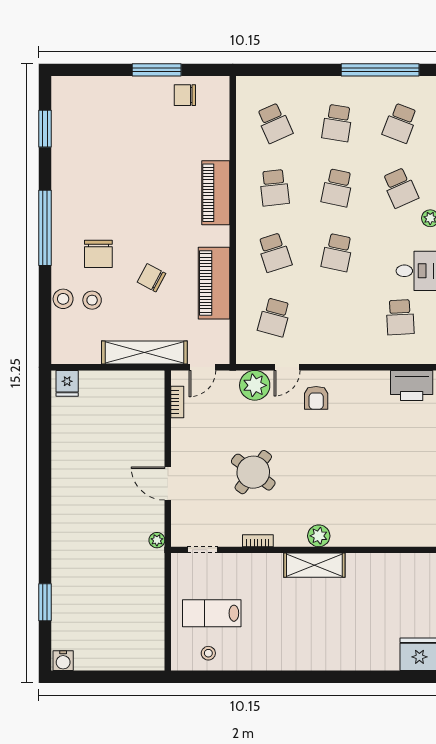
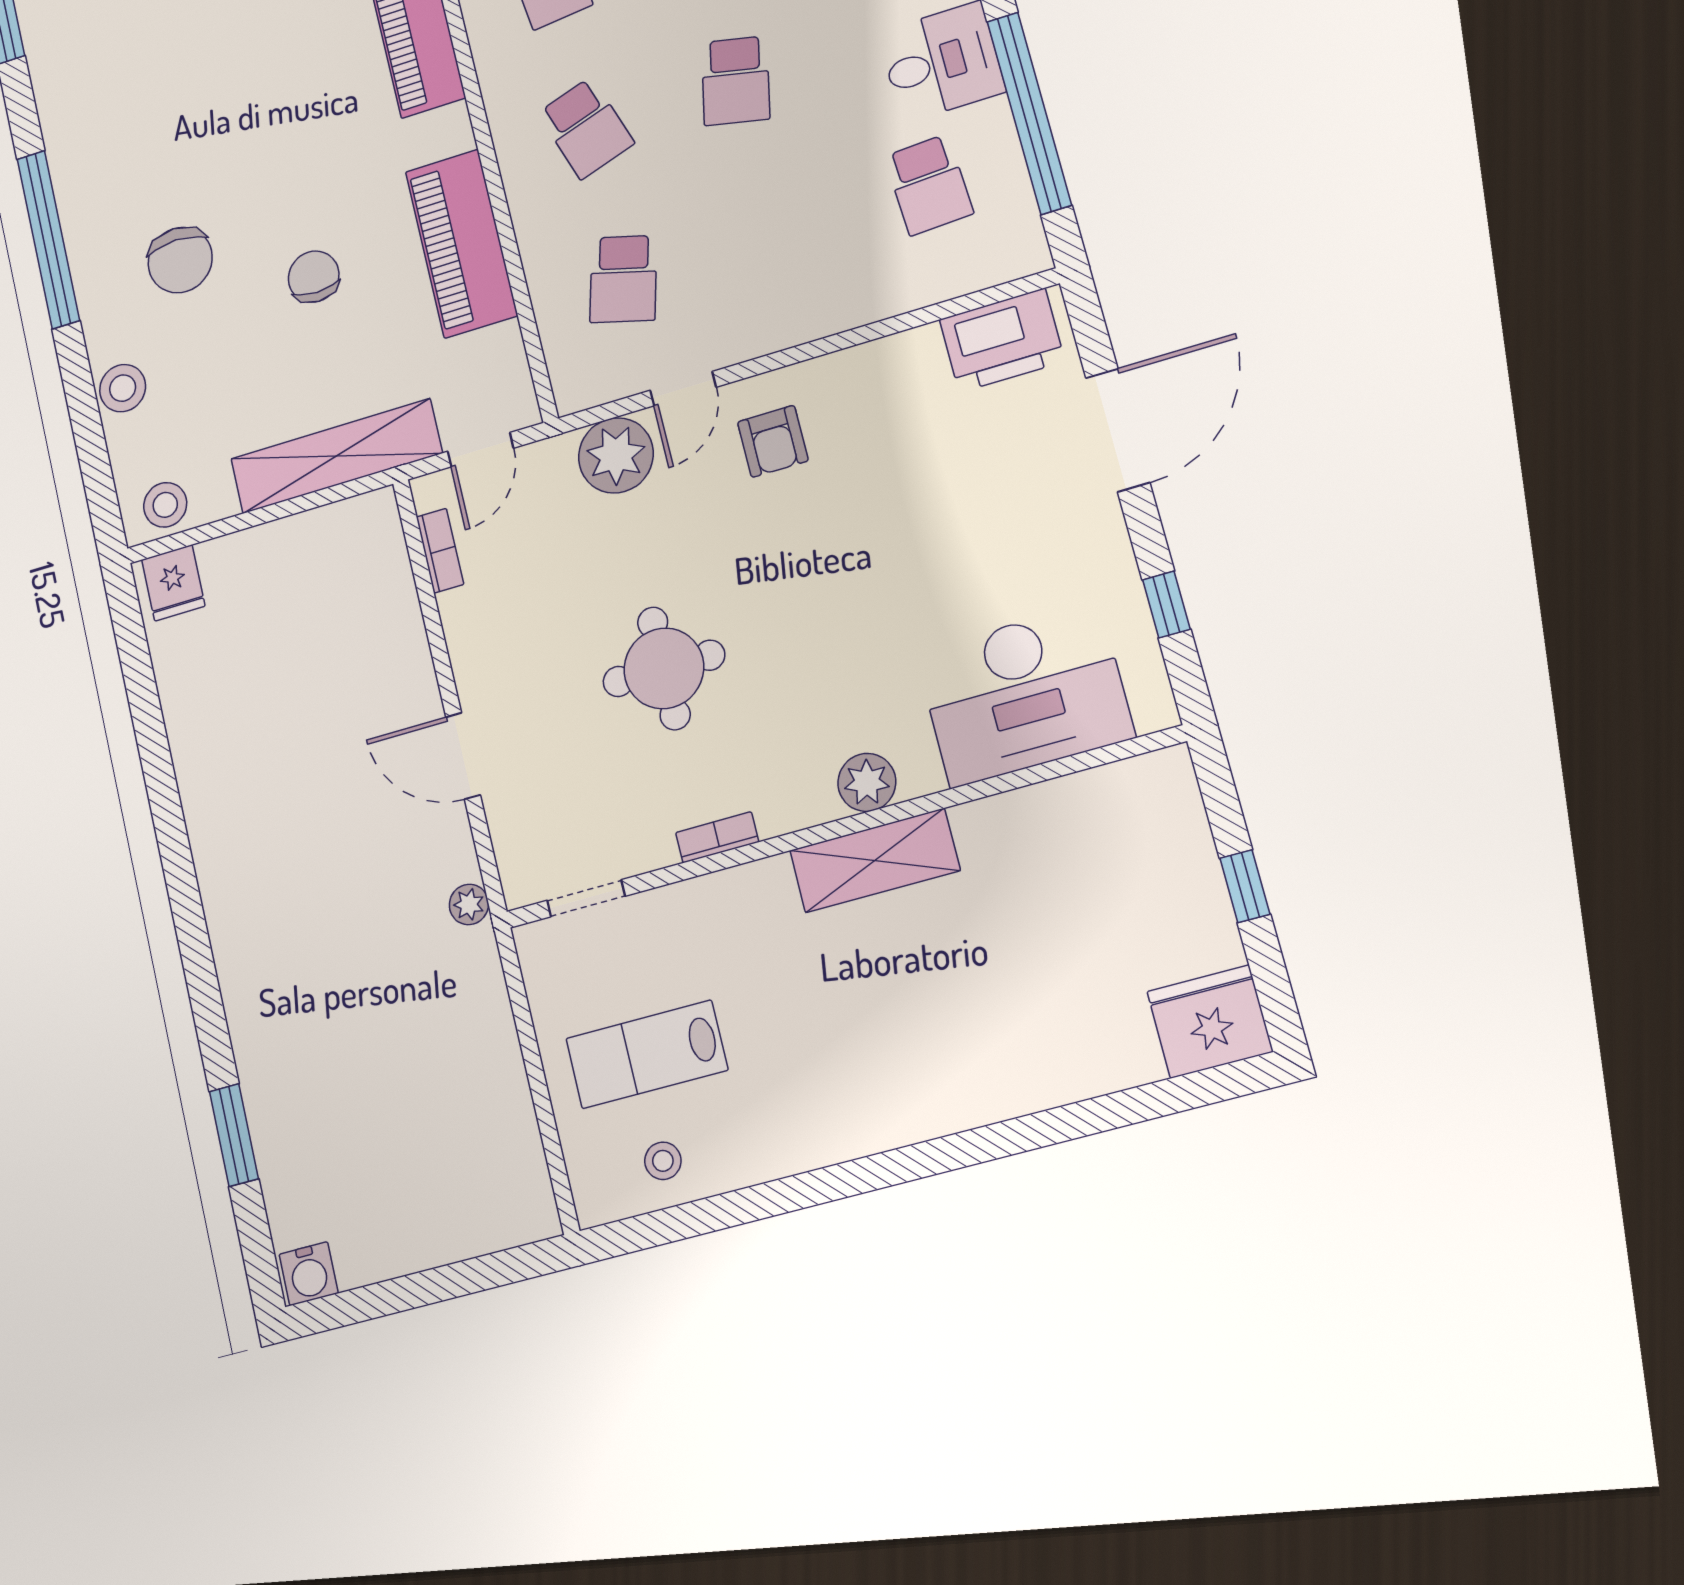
chair: (152, 278) -> (314, 277), turned 62
stool: (92, 300) -> (165, 505), moved
round table: (253, 472) -> (664, 668), turned -37
desk: (385, 520) -> (1025, 695), added

